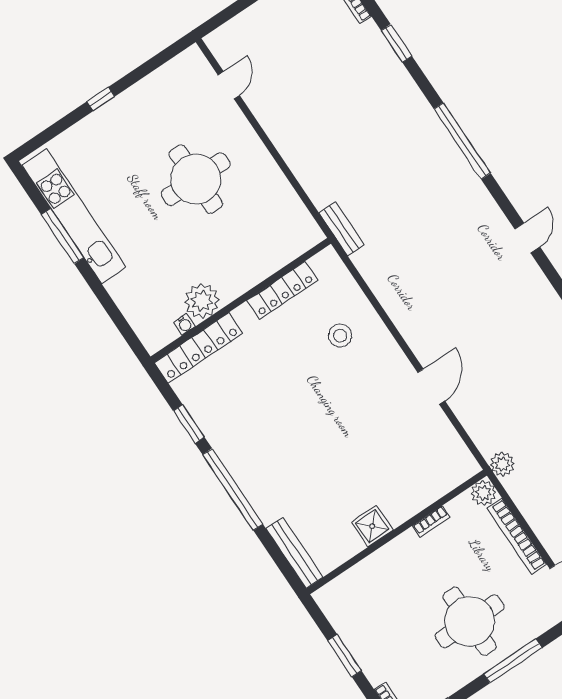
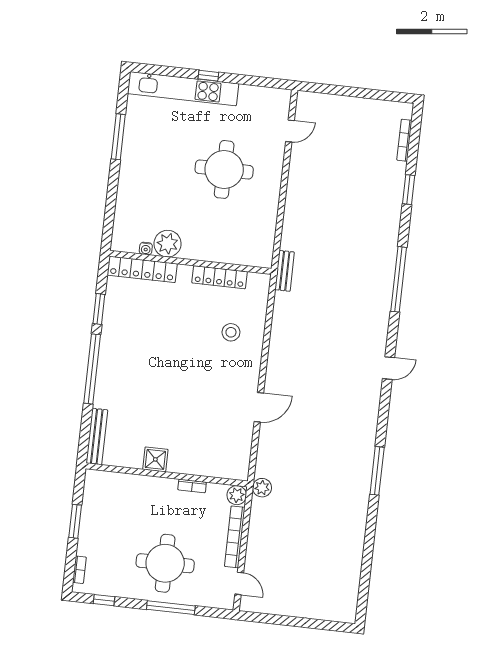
kitchen unit: (74, 216) -> (183, 89), moved, turned 90

